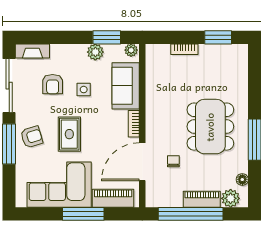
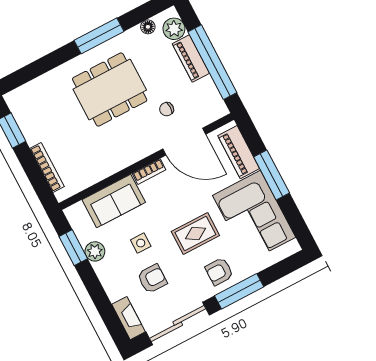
bookcase: (184, 49) -> (47, 167), width x1.56
plant: (131, 50) -> (73, 215), removed
armchair: (32, 137) -> (219, 272), turned -73

